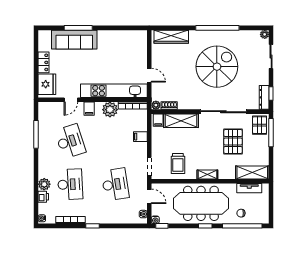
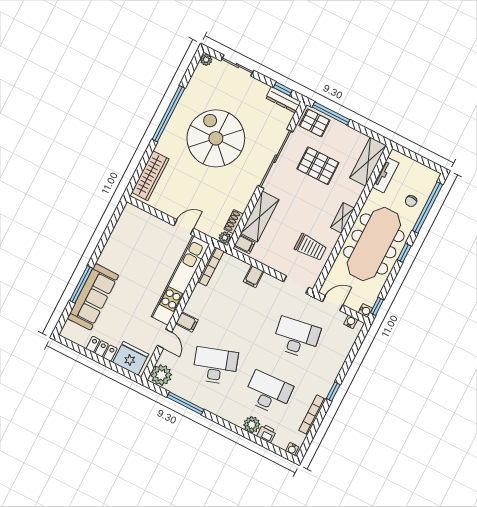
plant: (110, 110) -> (161, 375), moved

